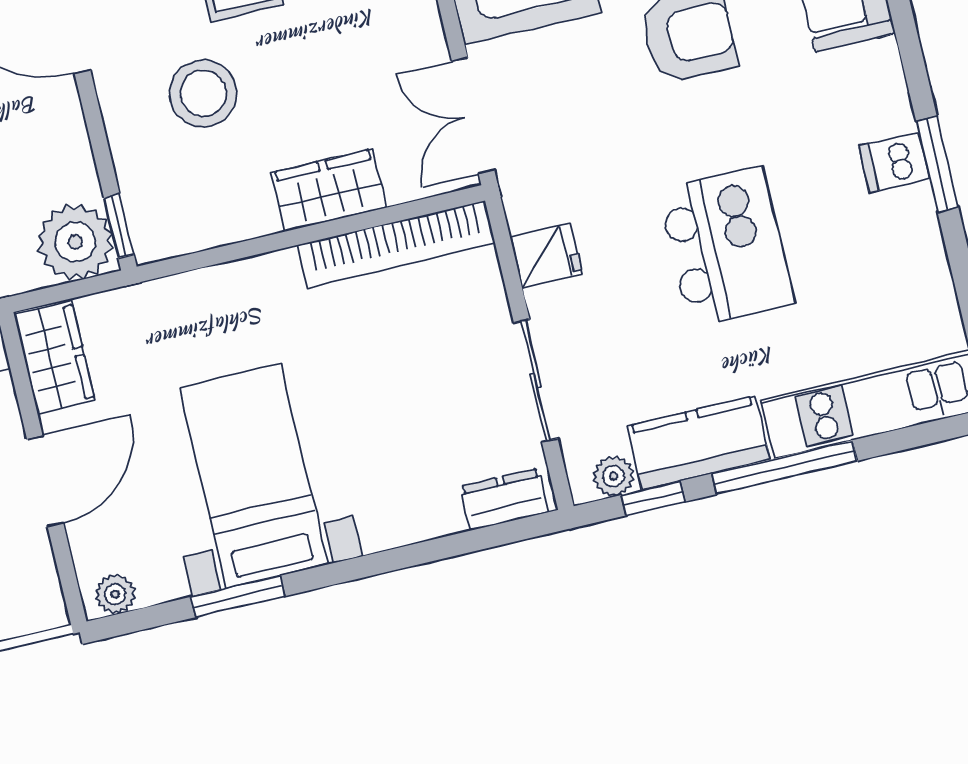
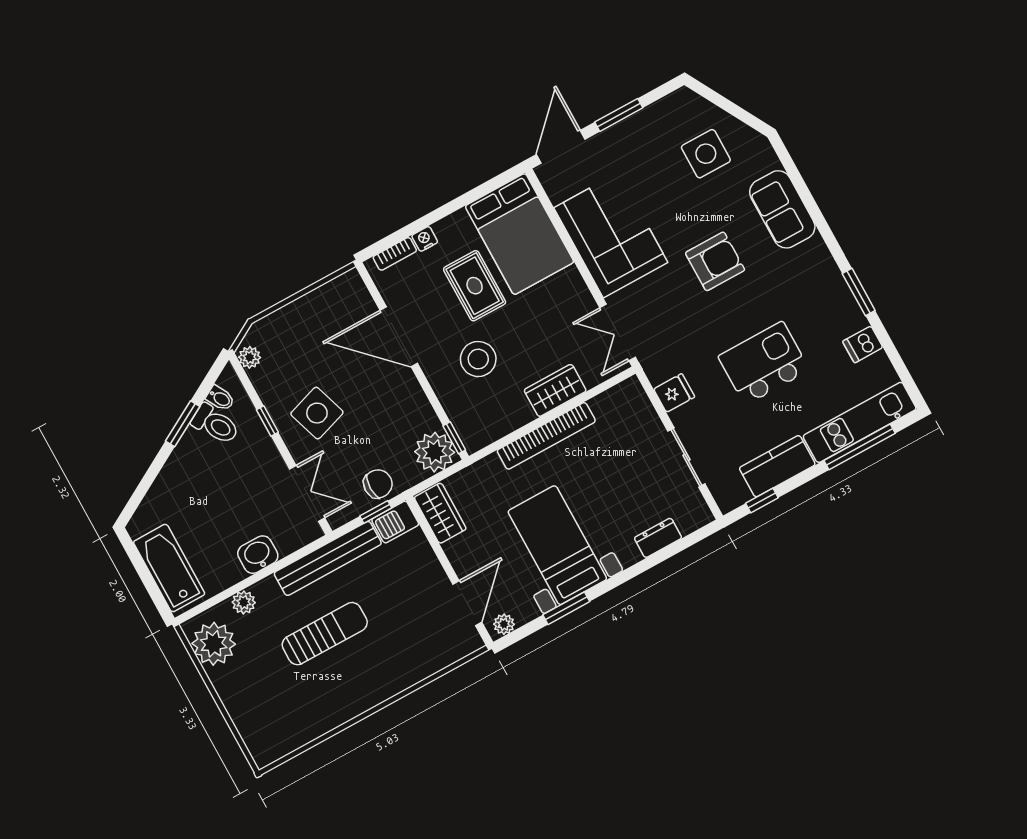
dishwasher: (894, 162) -> (863, 344), moved
bookcase: (396, 244) -> (546, 436), moved
kitchen island: (726, 246) -> (764, 363), turned -90
window: (784, 467) -> (860, 447), moved
plant: (613, 476) -> (739, 495), removed
door: (45, 481) -> (467, 603), moved
dresser: (504, 499) -> (658, 538), moved

